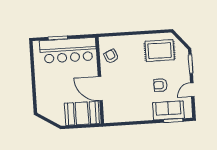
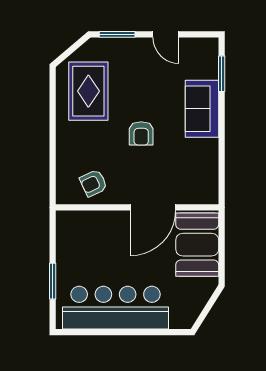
bar counter: (68, 50) -> (116, 308), moved, turned -90
armchair: (160, 85) -> (141, 133), moved
sofa: (168, 110) -> (202, 109), moved

